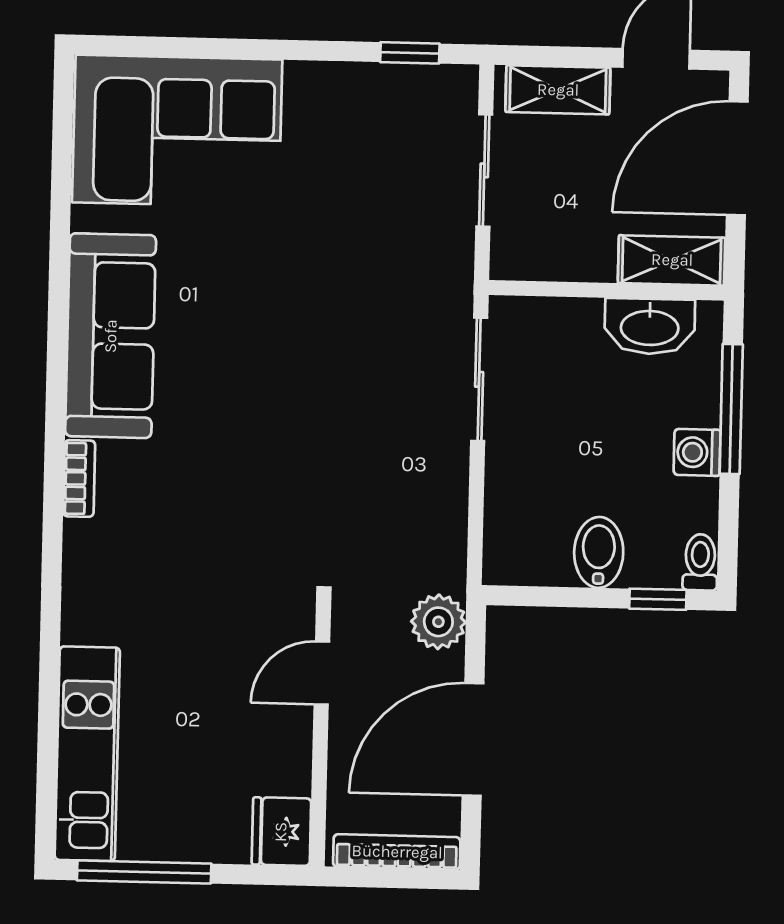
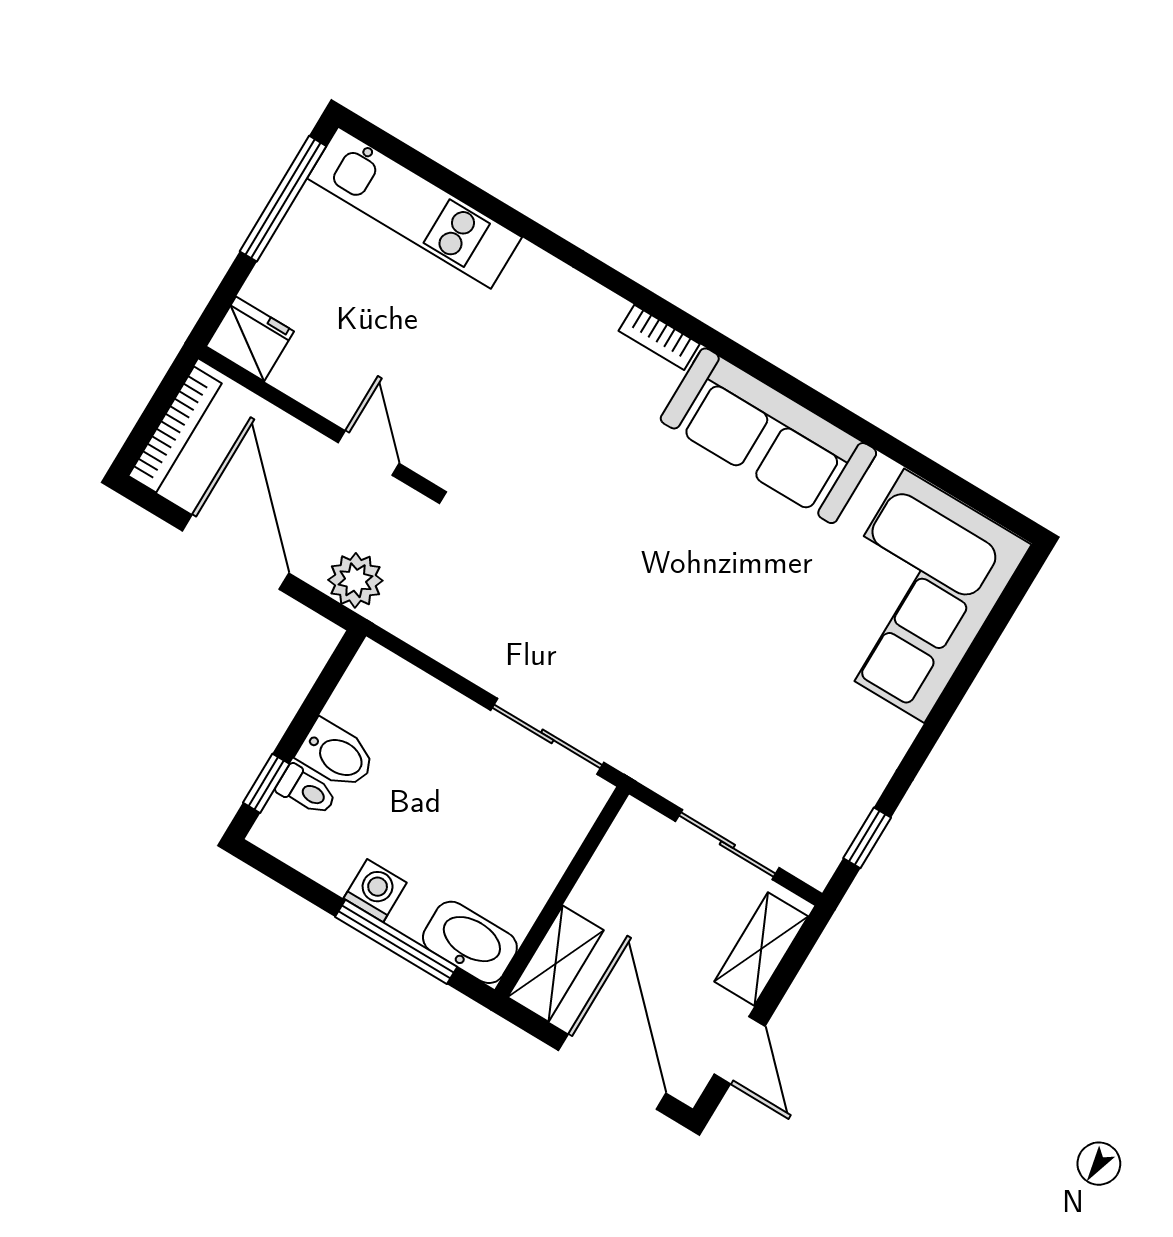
washbasin: (650, 326) -> (470, 942), moved, turned 90
toilet: (700, 562) -> (306, 790), moved

